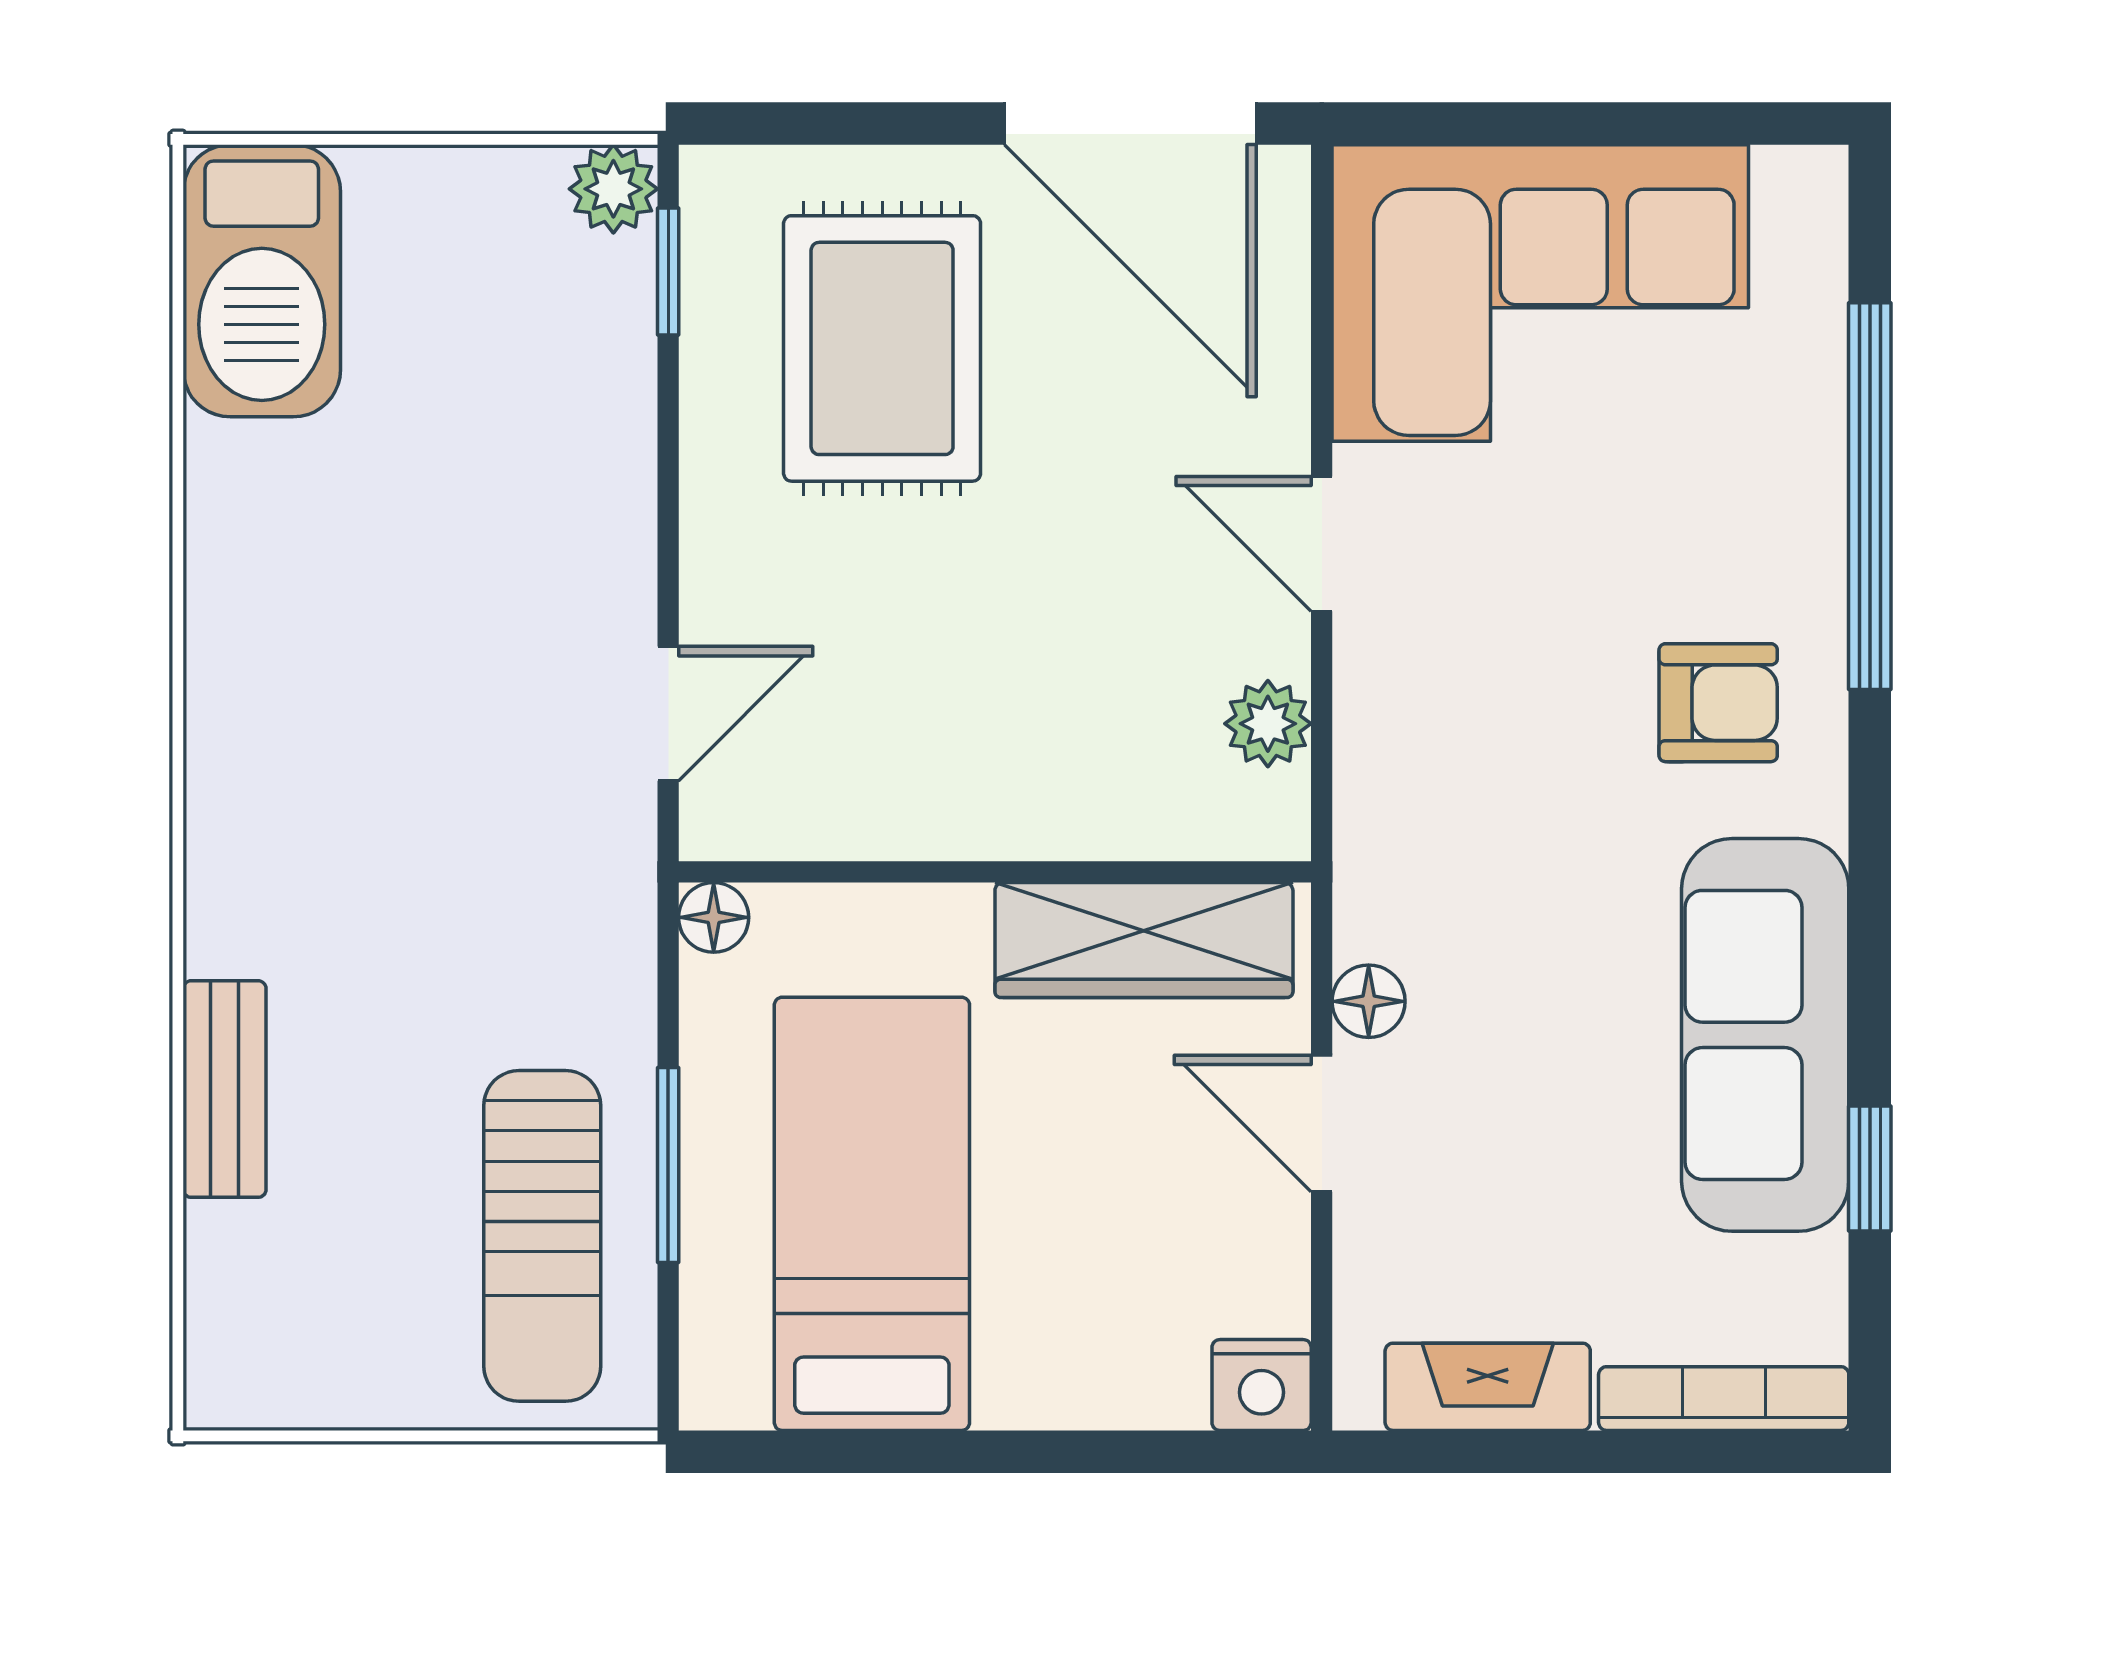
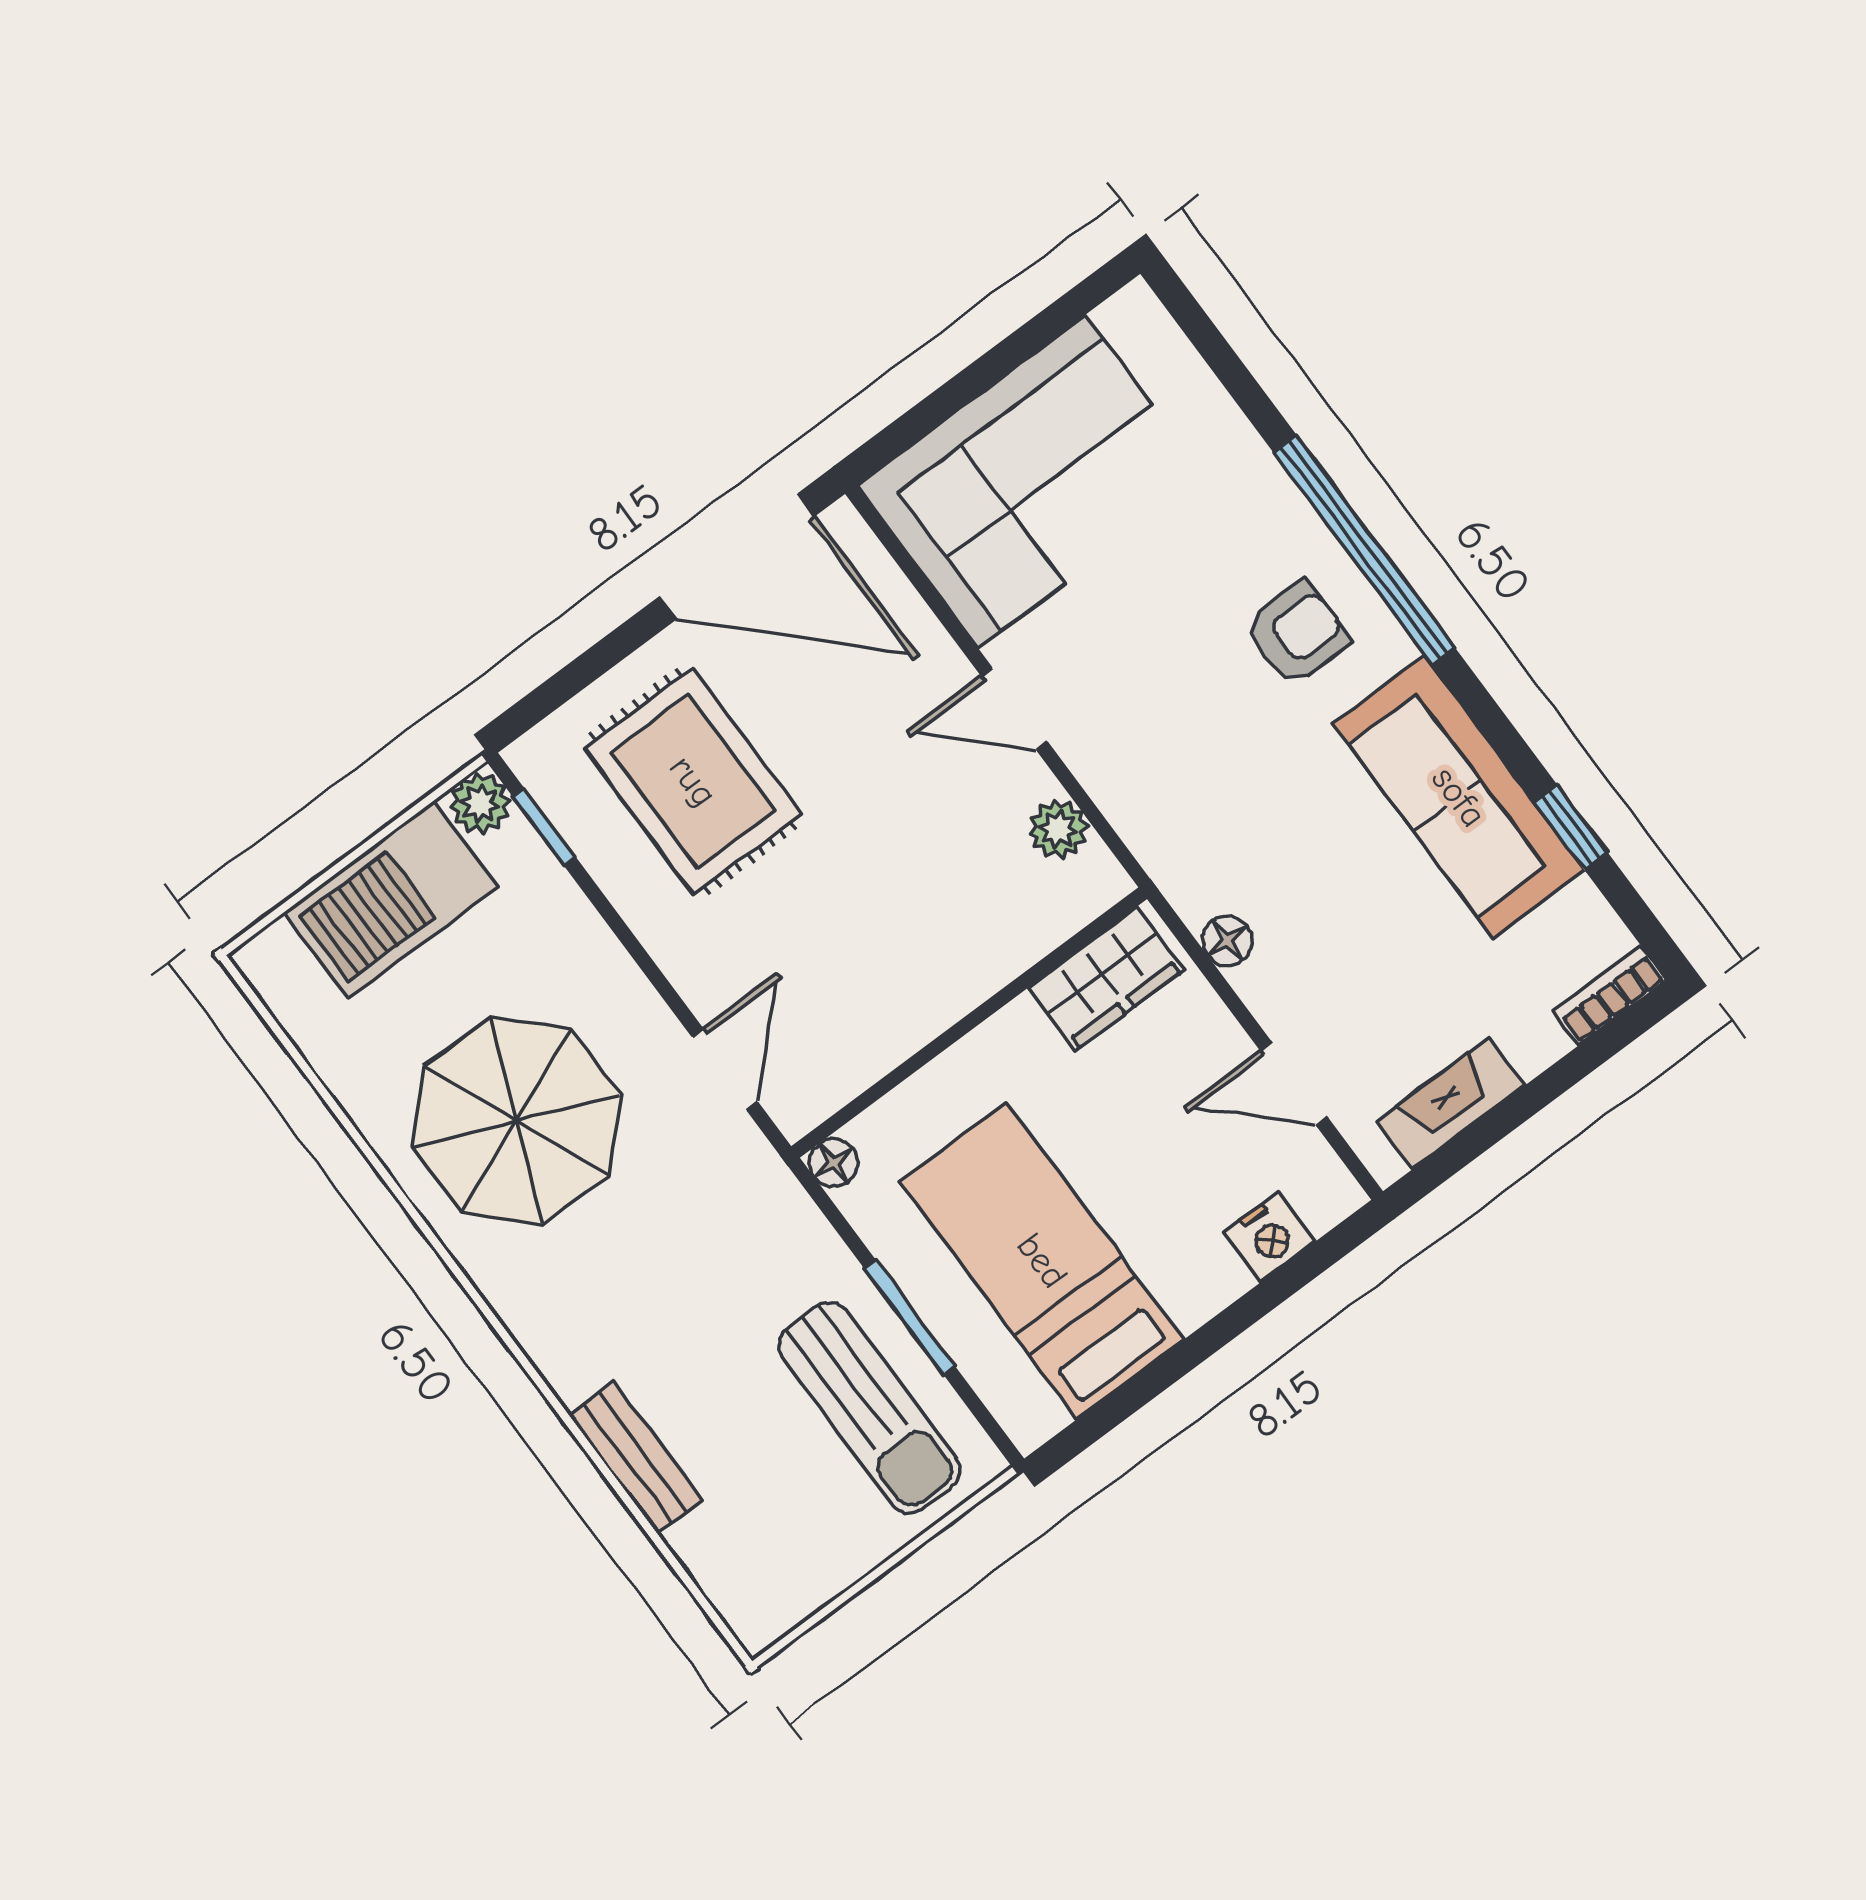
barbecue: (262, 281) -> (390, 900), moved, turned 90
window: (1870, 496) -> (1364, 550), moved
parasol: (379, 592) -> (516, 1121), added
wardrobe: (1144, 940) -> (1106, 979), width x0.67
door: (1322, 1123) -> (1294, 1084), moved
nightstand: (1262, 1385) -> (1269, 1237), moved
bookcase: (1724, 1399) -> (1610, 995), width x0.64

